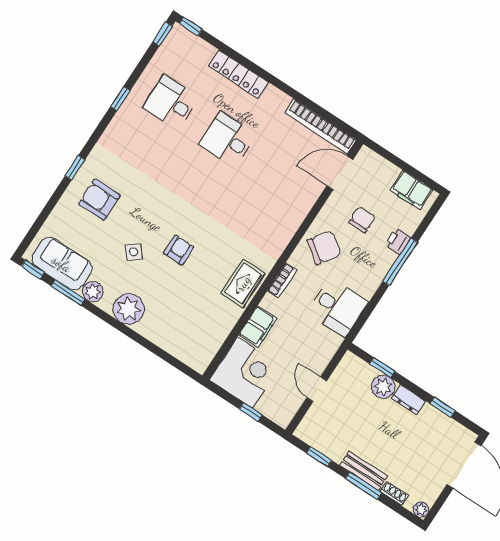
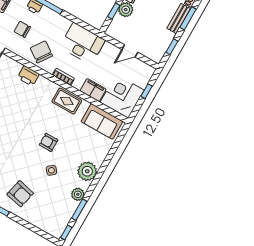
armchair: (99, 200) -> (20, 194), turned -77
printer: (287, 225) -> (28, 76), added
sofa: (62, 264) -> (102, 121), moved, turned -90
desk: (338, 307) -> (82, 44), width x1.37

